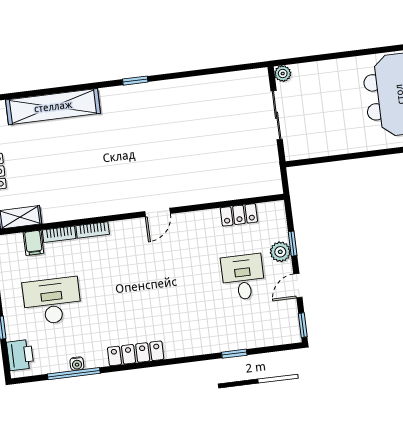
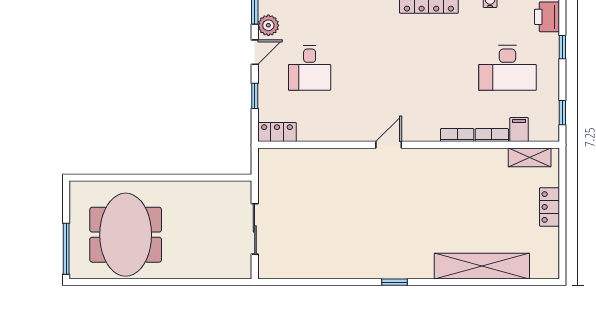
plant: (283, 74) -> (243, 271), removed
locker: (239, 215) -> (277, 132), moved
plant: (280, 252) -> (268, 25), moved

